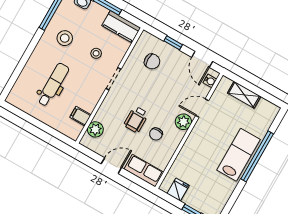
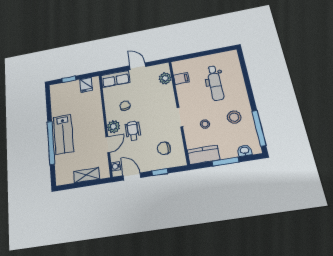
wheelchair: (136, 119) -> (133, 131), moved
door: (111, 166) -> (138, 66), swing flipped

